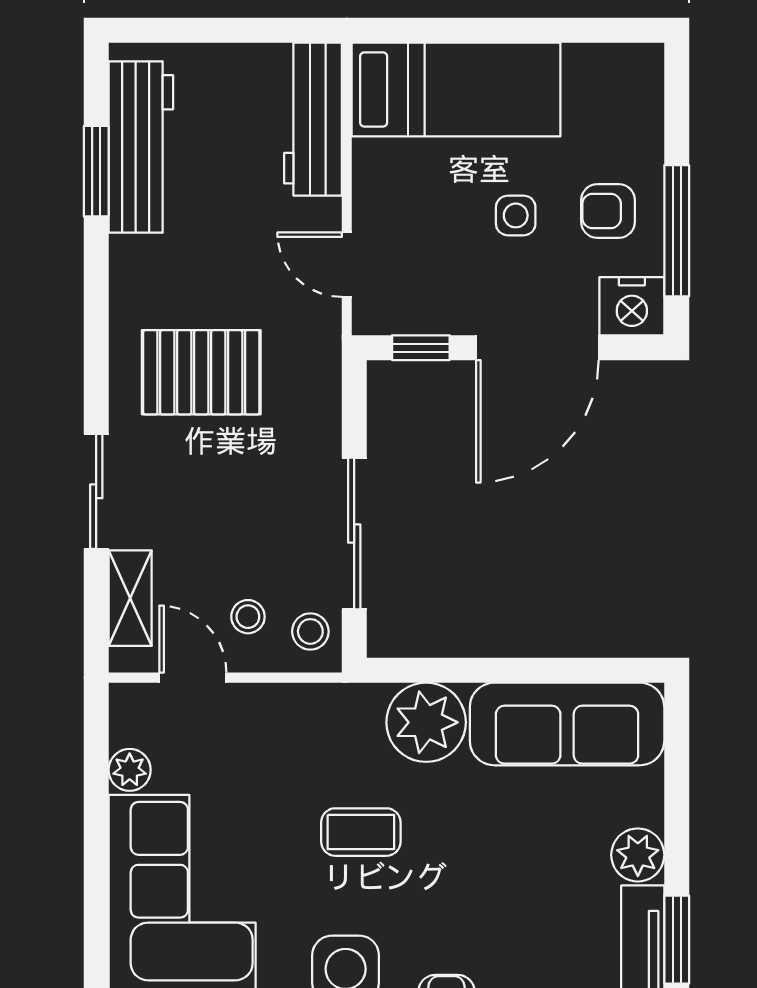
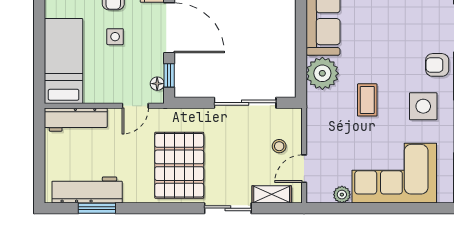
floor lamp: (401, 319) -> (157, 84), added
pallet: (201, 372) -> (179, 165), width x1.37, depth x1.41
stool: (310, 631) -> (285, 121), removed

